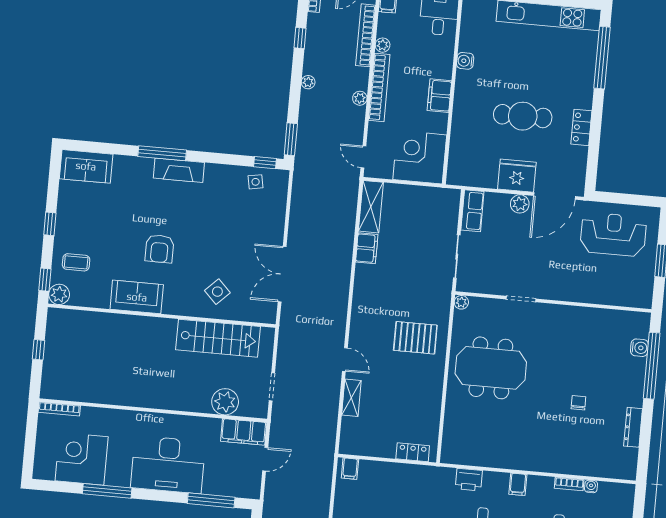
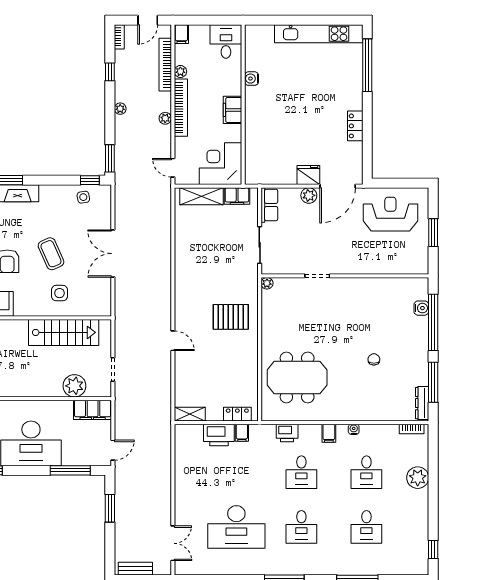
cafe table: (523, 116) -> (305, 121), removed
fridge: (517, 176) -> (308, 175), width x0.73, depth x0.75
shelving: (371, 207) -> (202, 196), moved, turned 90
coffee table: (212, 245) -> (51, 254), added
filing cabinet: (367, 248) -> (237, 196), moved, turned 90
double door: (282, 274) -> (113, 254), moved
side table: (217, 292) -> (59, 293), turned 45
meeting table: (491, 368) -> (297, 377), moved
shelving: (351, 398) -> (190, 414), moved, turned 90
dresser: (633, 427) -> (422, 403), moved
window: (645, 436) -> (433, 382), added
door: (265, 459) -> (113, 450), moved
filing cabinet: (350, 469) -> (242, 433), moved
printer: (389, 475) -> (219, 435), added
bookcase: (569, 484) -> (412, 429), moved
water cooler: (591, 486) -> (354, 429), moved

